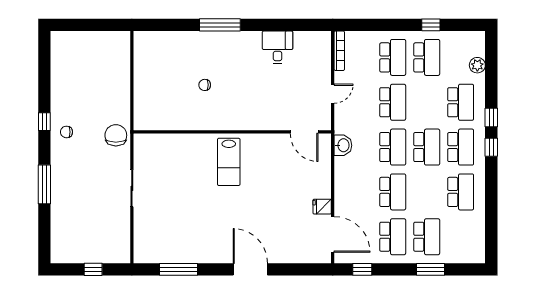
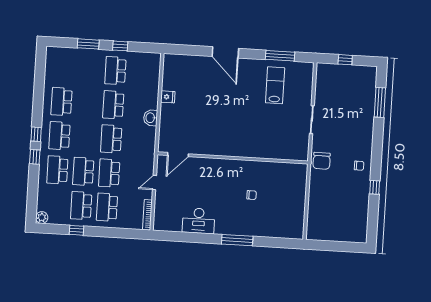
desk: (278, 47) -> (199, 221), width x1.37
plant: (477, 65) -> (42, 218), moved
window: (44, 122) -> (375, 187), moved
door: (304, 132) -> (178, 155), swing flipped
washbasin: (343, 145) -> (151, 118), moved
school desk: (427, 147) -> (83, 171), moved
lab bench: (229, 162) -> (275, 85), moved
window: (44, 184) -> (380, 102), moved
door: (333, 234) -> (161, 75), removed
school desk: (427, 237) -> (90, 69), removed
window: (362, 269) -> (120, 46), moved

